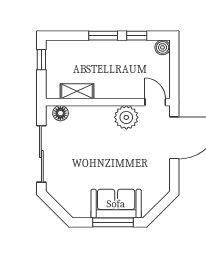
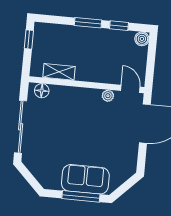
plant: (126, 117) -> (108, 96), width x0.53, depth x0.53

